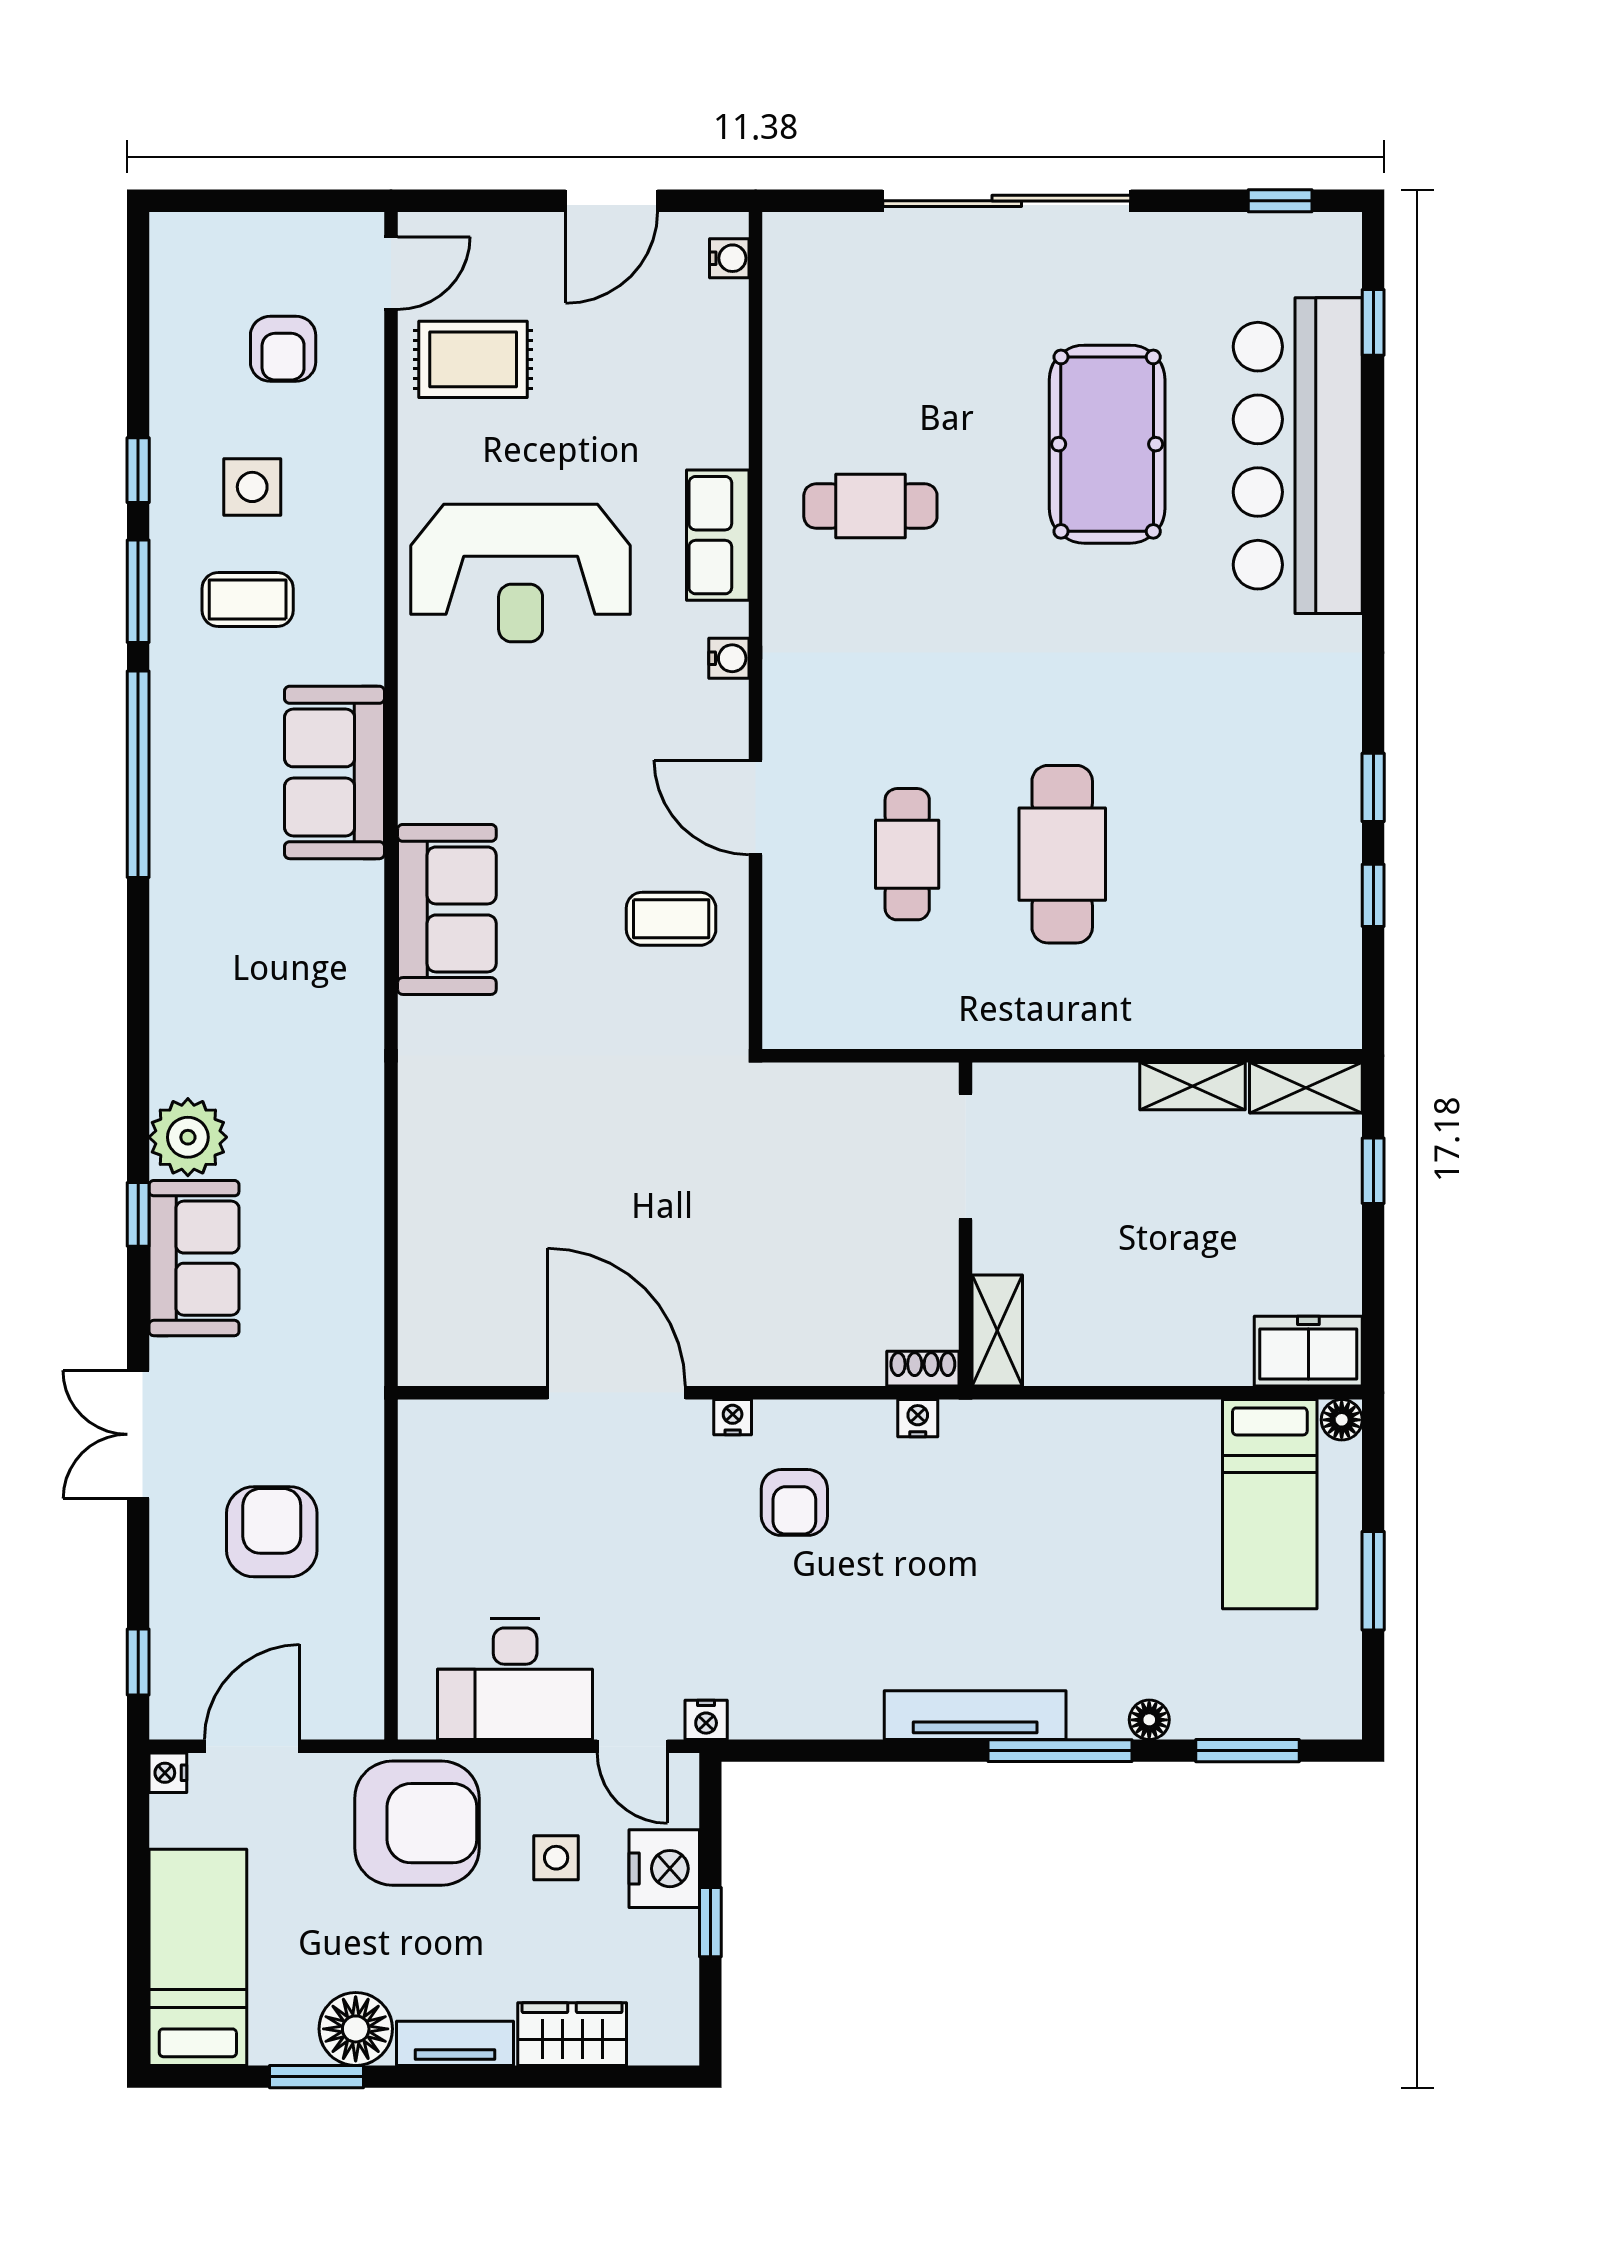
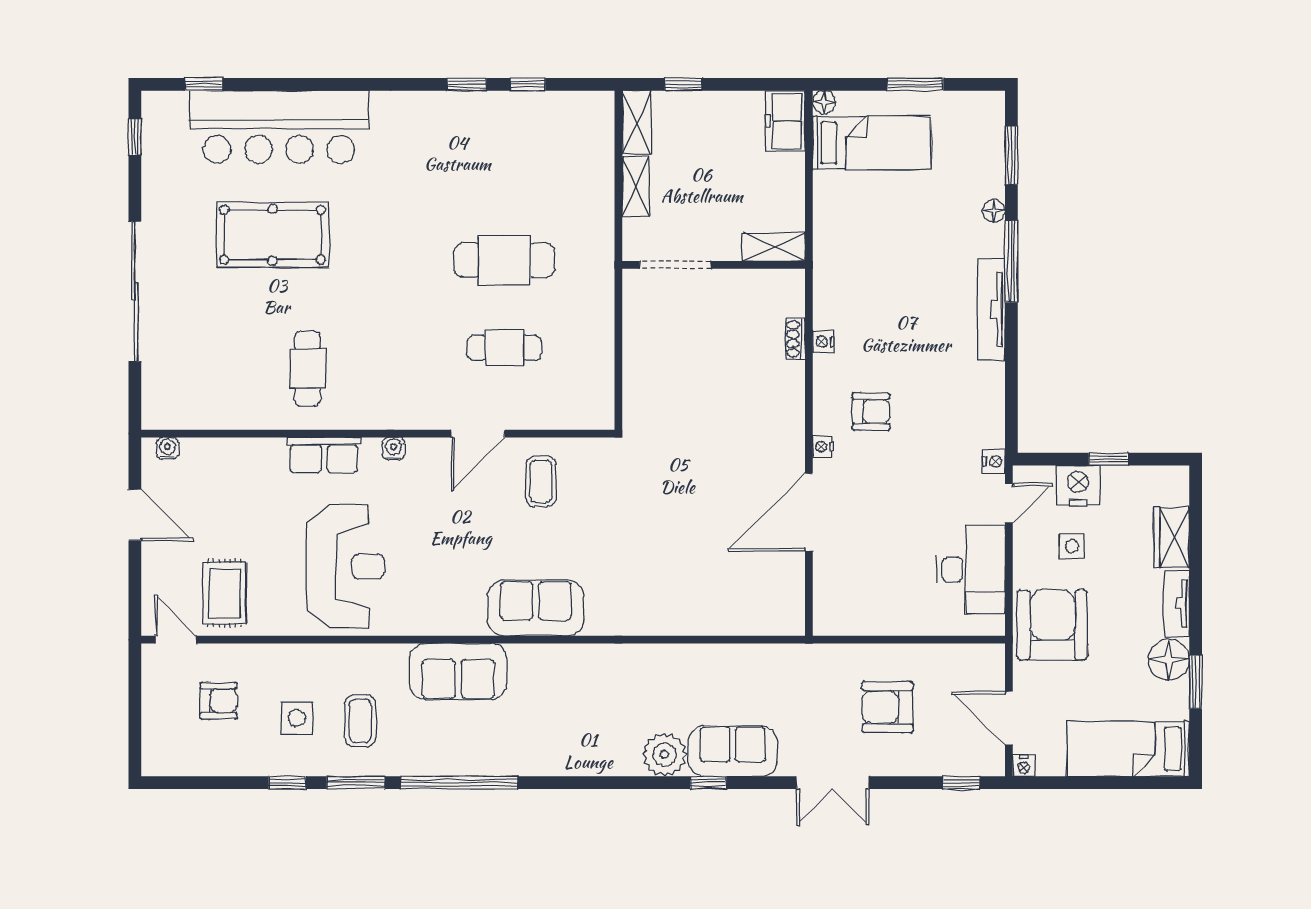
doorway: (966, 1156) -> (675, 265), moved
wall: (966, 1224) -> (714, 265), moved
shelving: (997, 1330) -> (774, 247), moved

